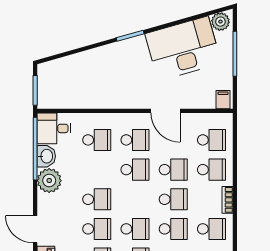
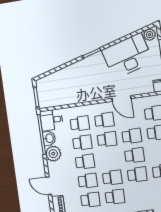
school desk: (97, 170) -> (82, 143), added

